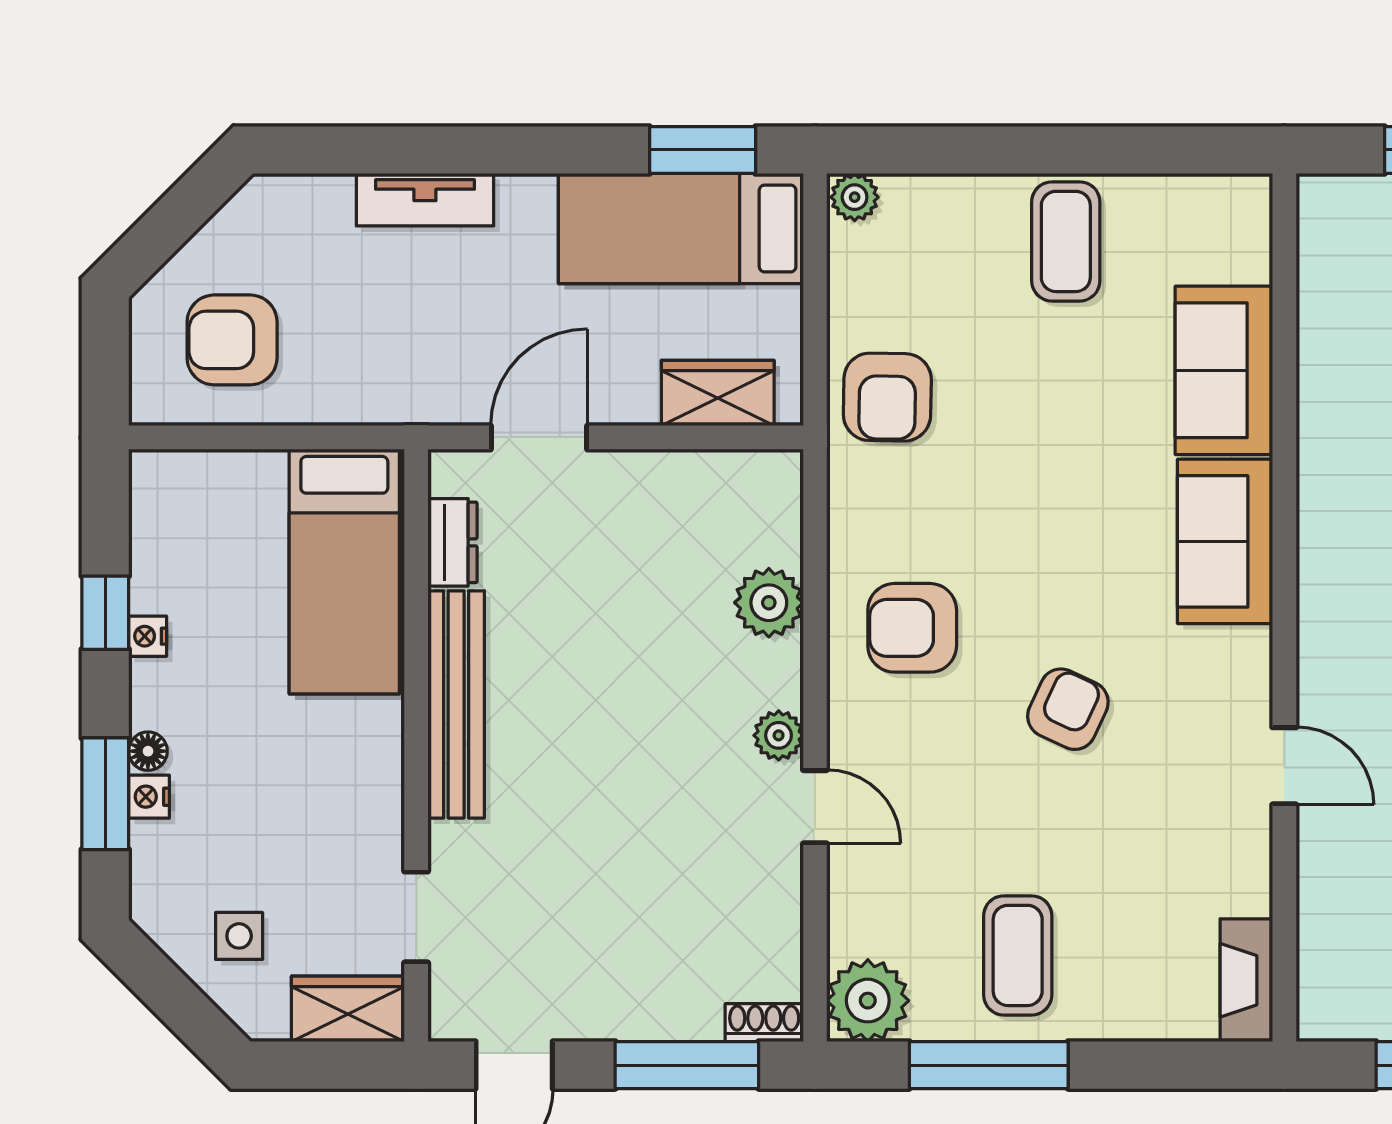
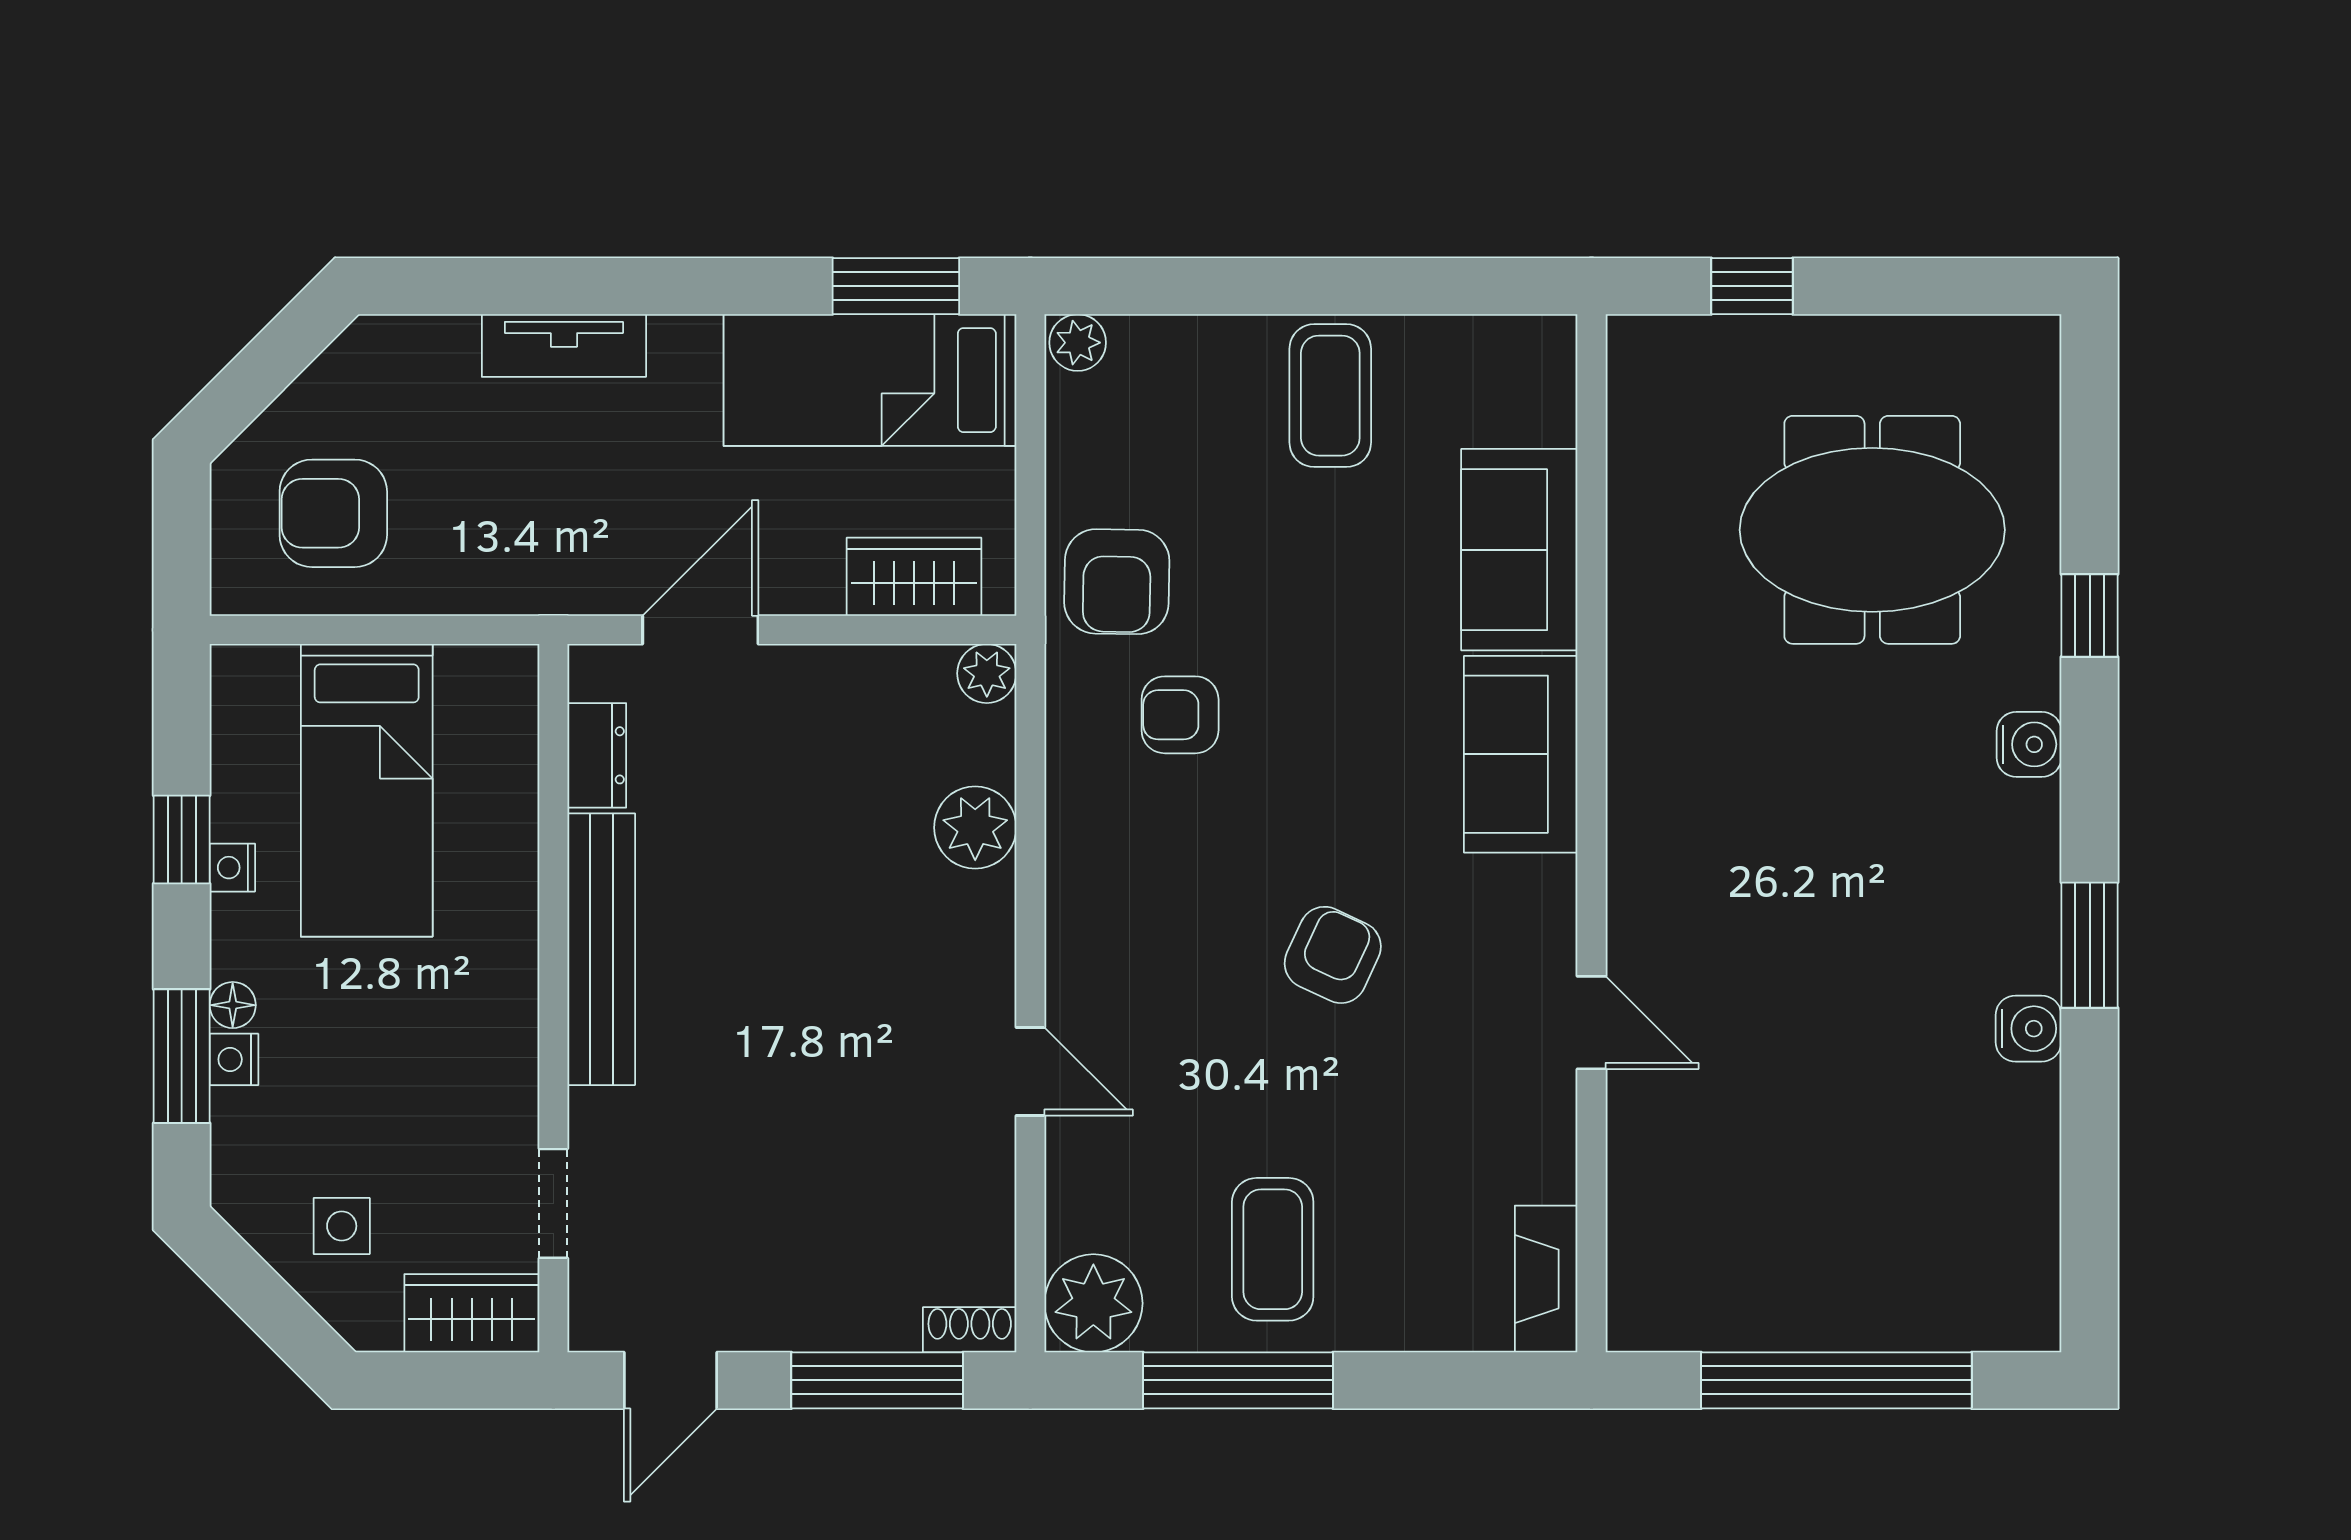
bed: (344, 572) -> (367, 790), moved
armchair: (912, 628) -> (1180, 715), moved, width x0.72, depth x0.72
plant: (779, 735) -> (987, 673), moved

